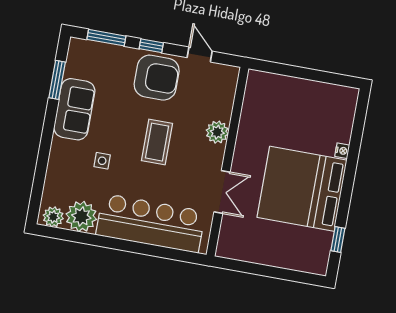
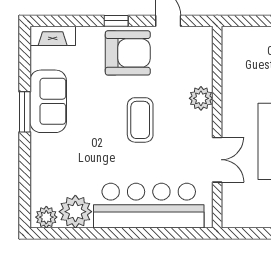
window: (106, 38) -> (68, 21), removed
fireplace: (90, 49) -> (53, 36), added
window: (57, 80) -> (25, 112), moved
side table: (102, 161) -> (87, 150), removed

